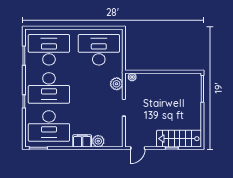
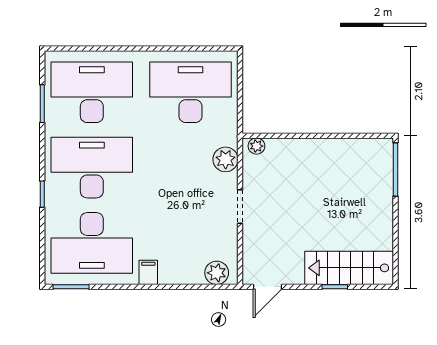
desk: (49, 88) -> (92, 168), turned 180
filing cabinet: (82, 141) -> (148, 272), width x0.50
plant: (98, 141) -> (217, 273), moved

